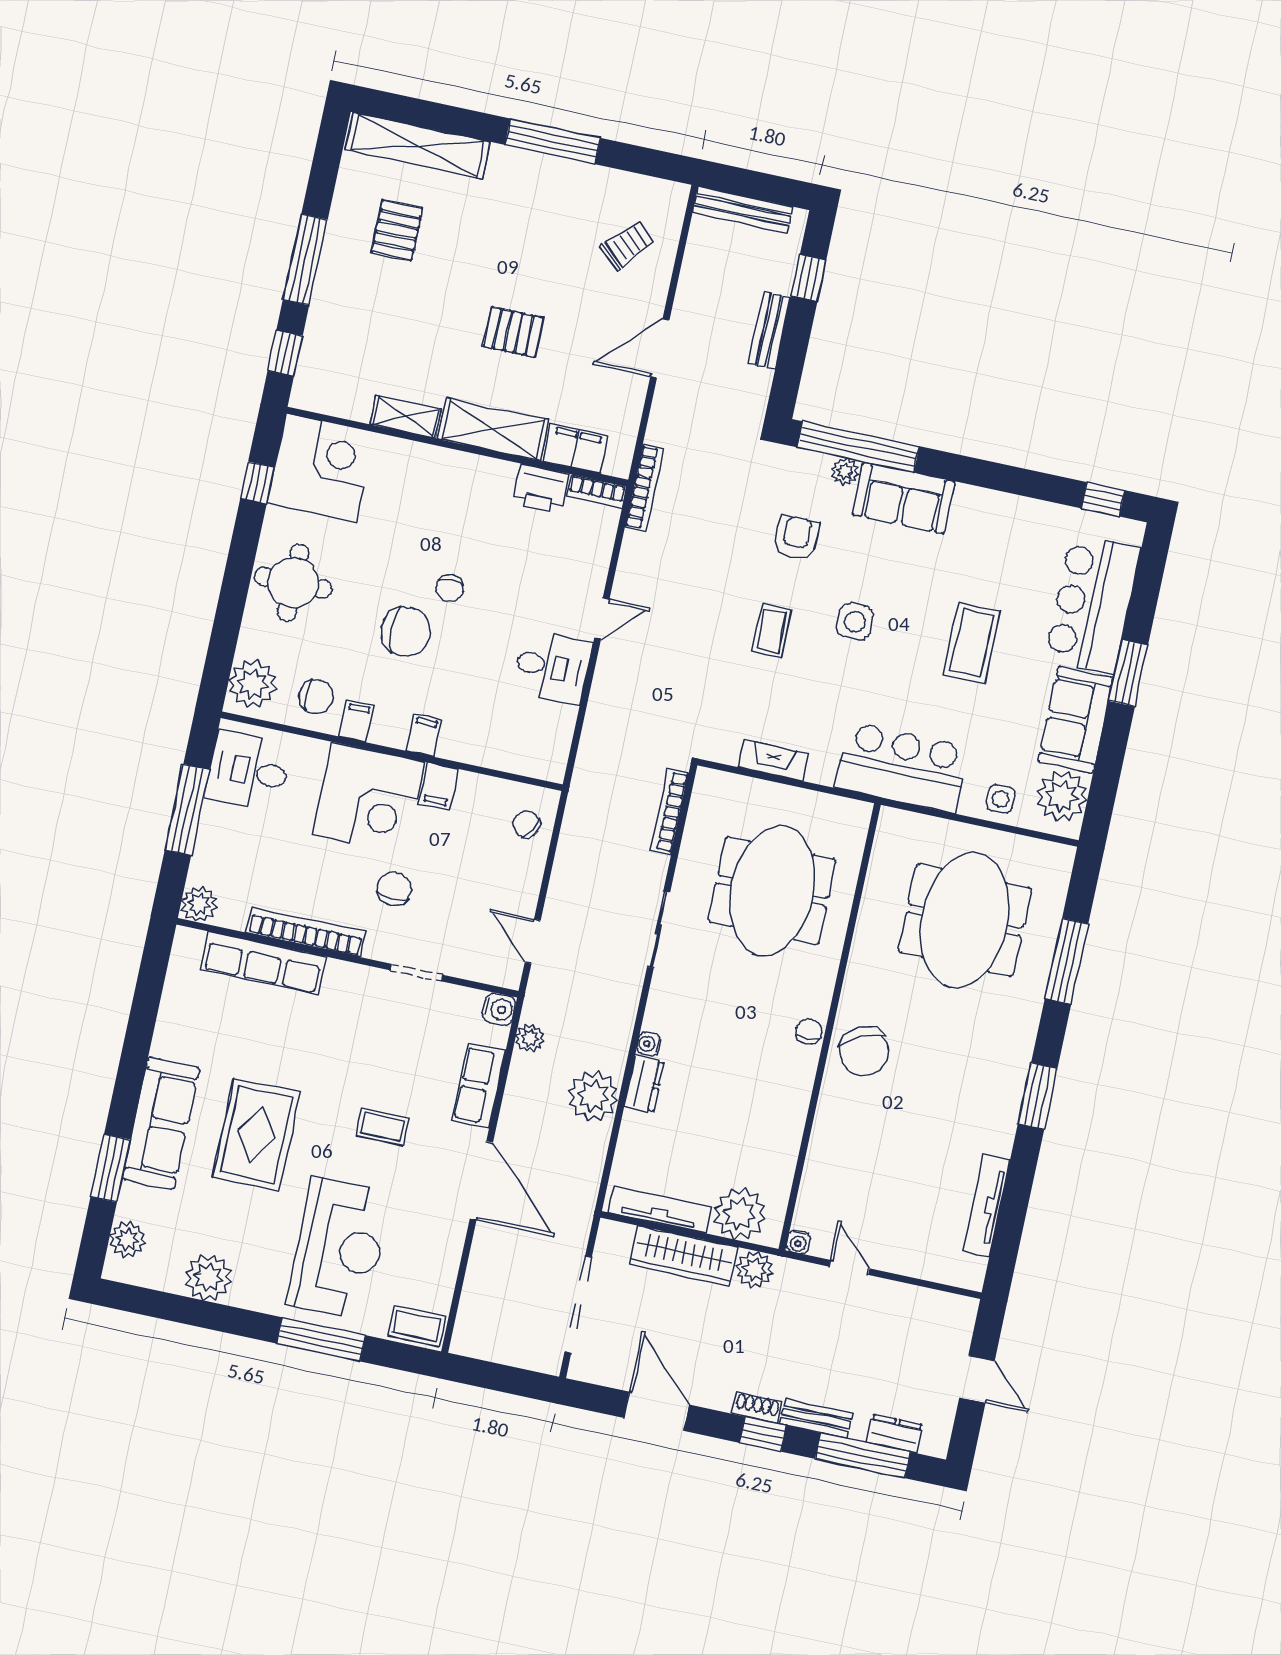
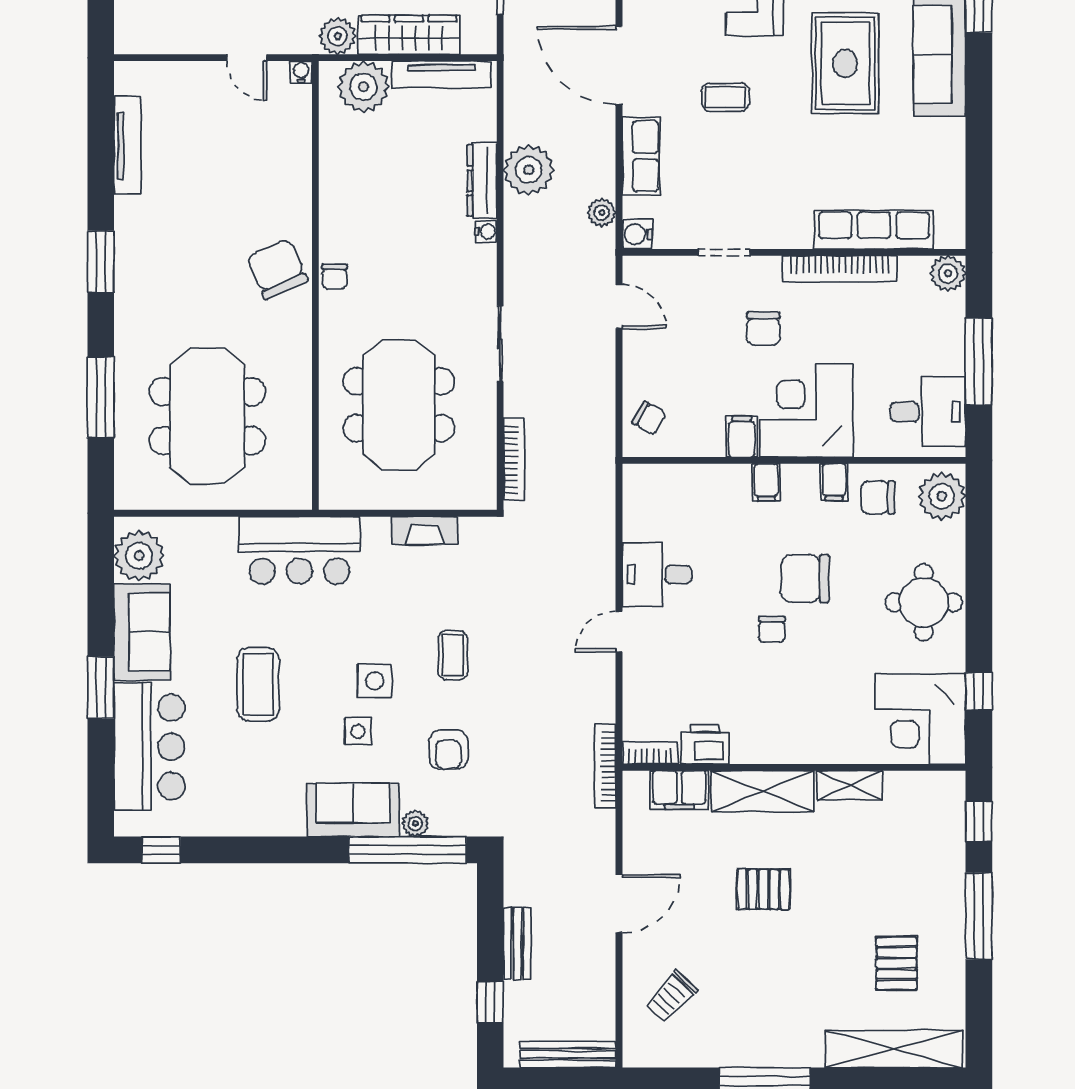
chair: (450, 588) -> (772, 629), turned 180
side table: (1001, 799) -> (358, 731), moved
dresser: (644, 1084) -> (482, 181), width x1.44

